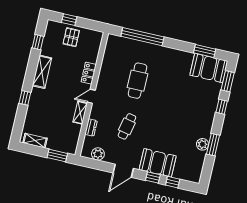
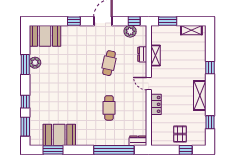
dresser: (116, 40) -> (138, 141), added
booth: (209, 68) -> (59, 135), moved
cafe table: (138, 81) -> (109, 108), width x0.73, depth x0.74
door: (91, 96) -> (149, 83), swing flipped
shelving: (80, 113) -> (155, 55), moved
booth: (158, 163) -> (45, 36), moved
window: (173, 182) -> (134, 21), moved

